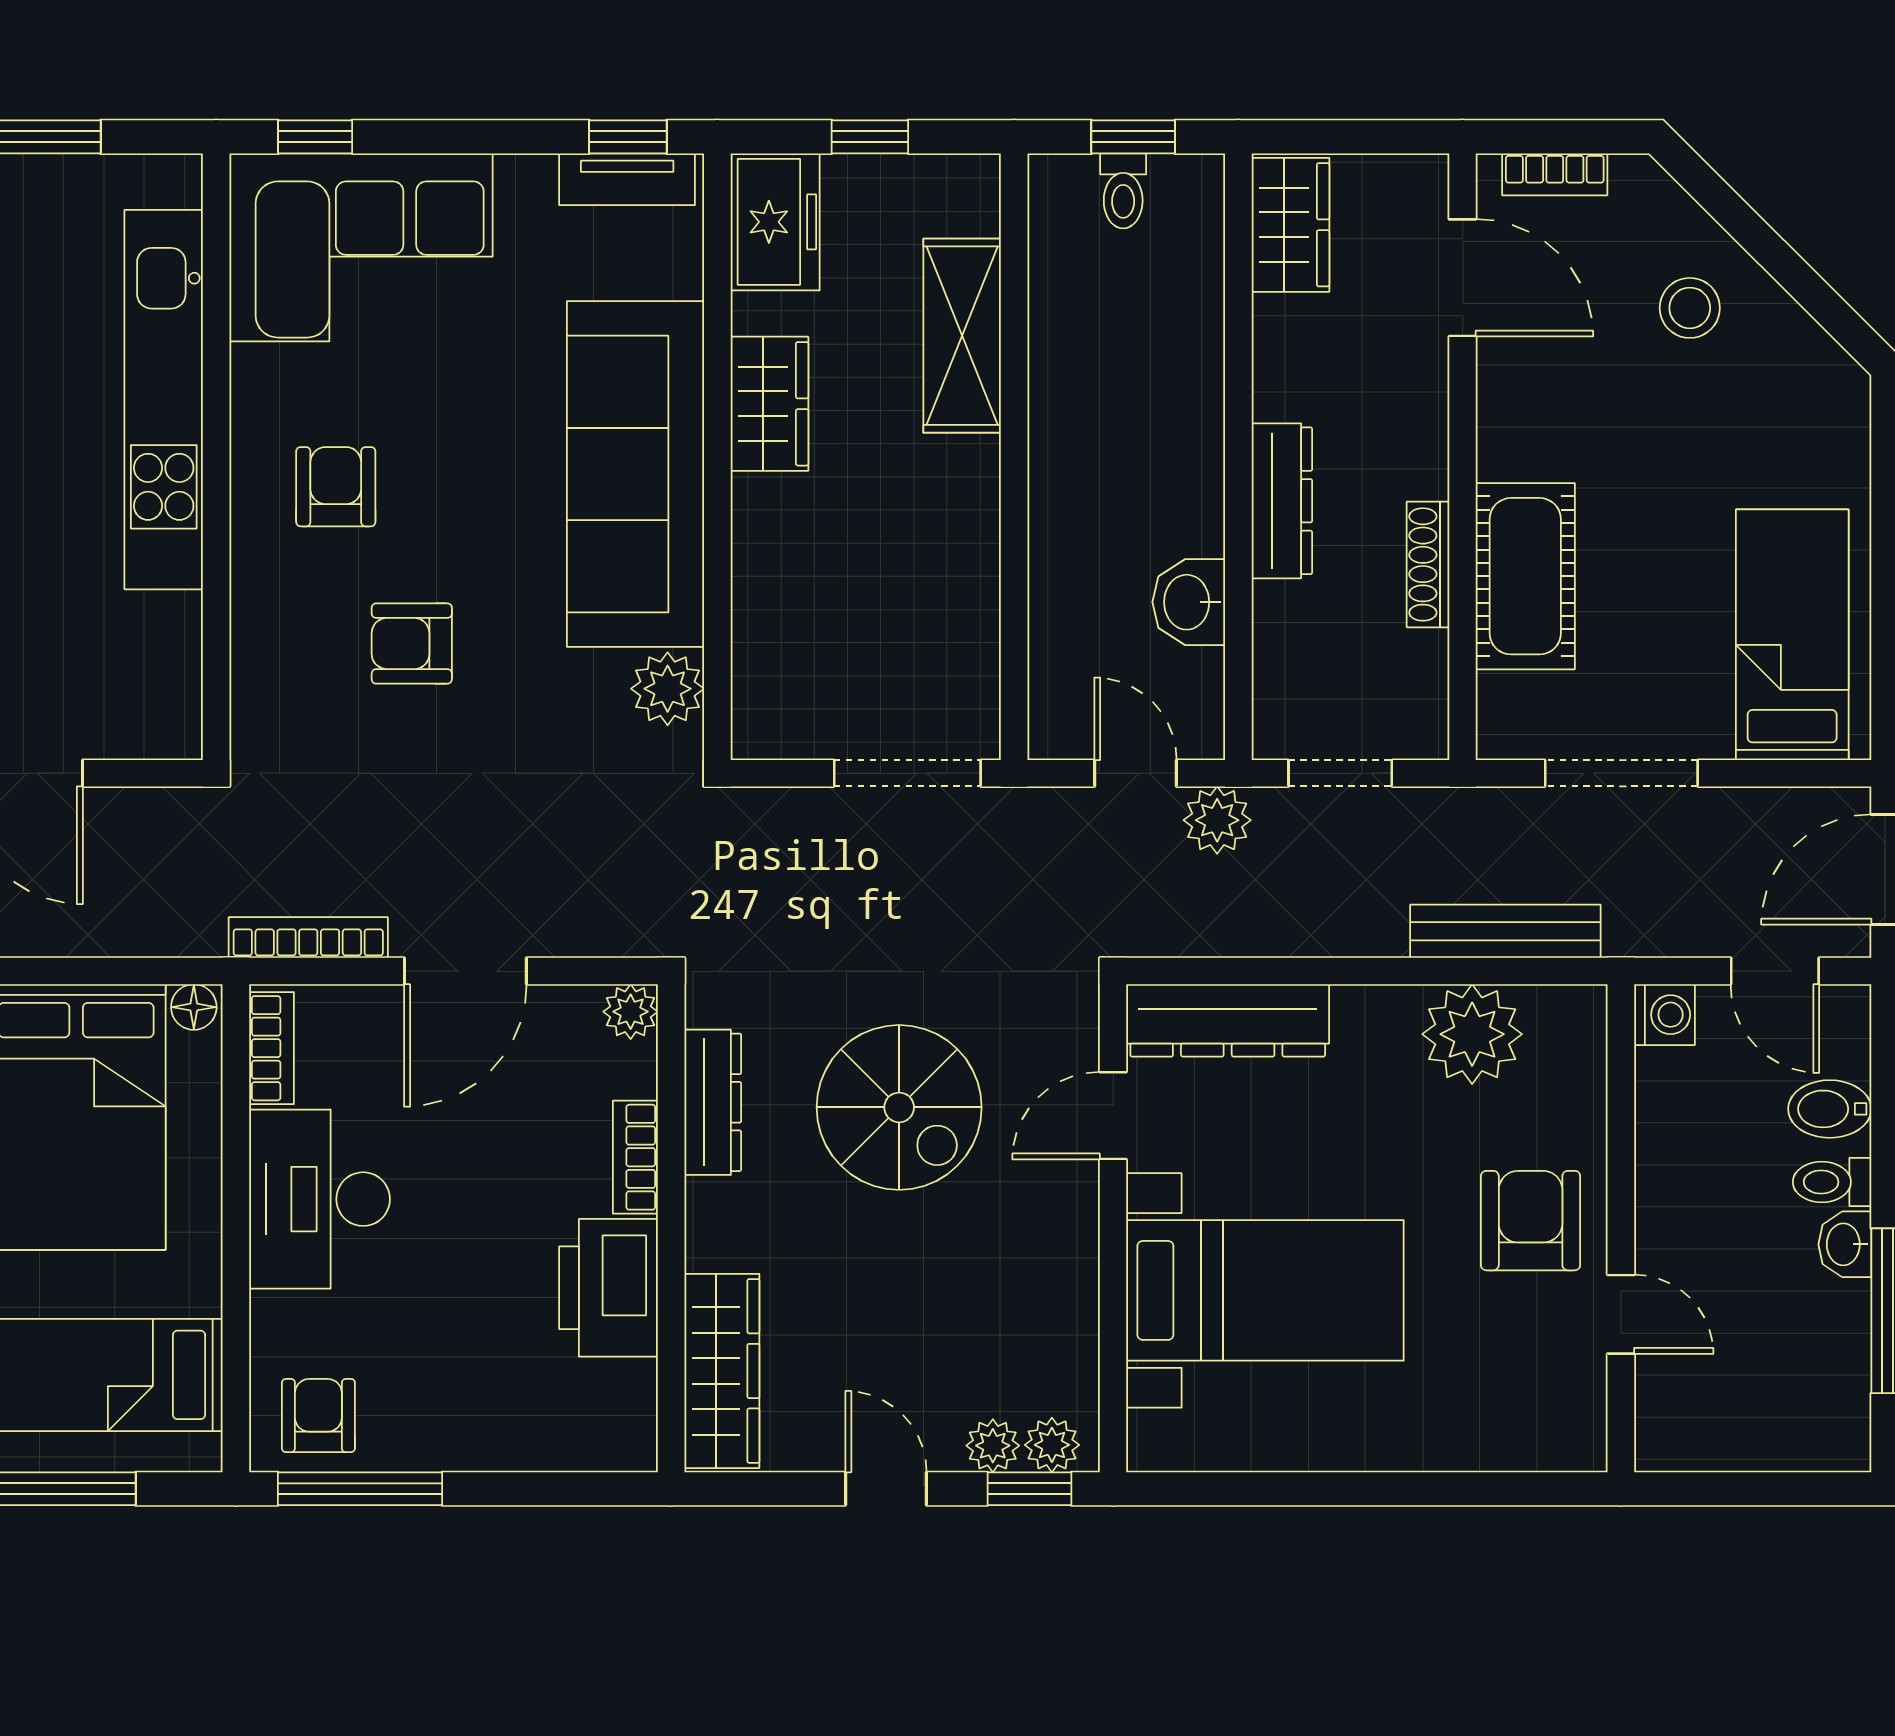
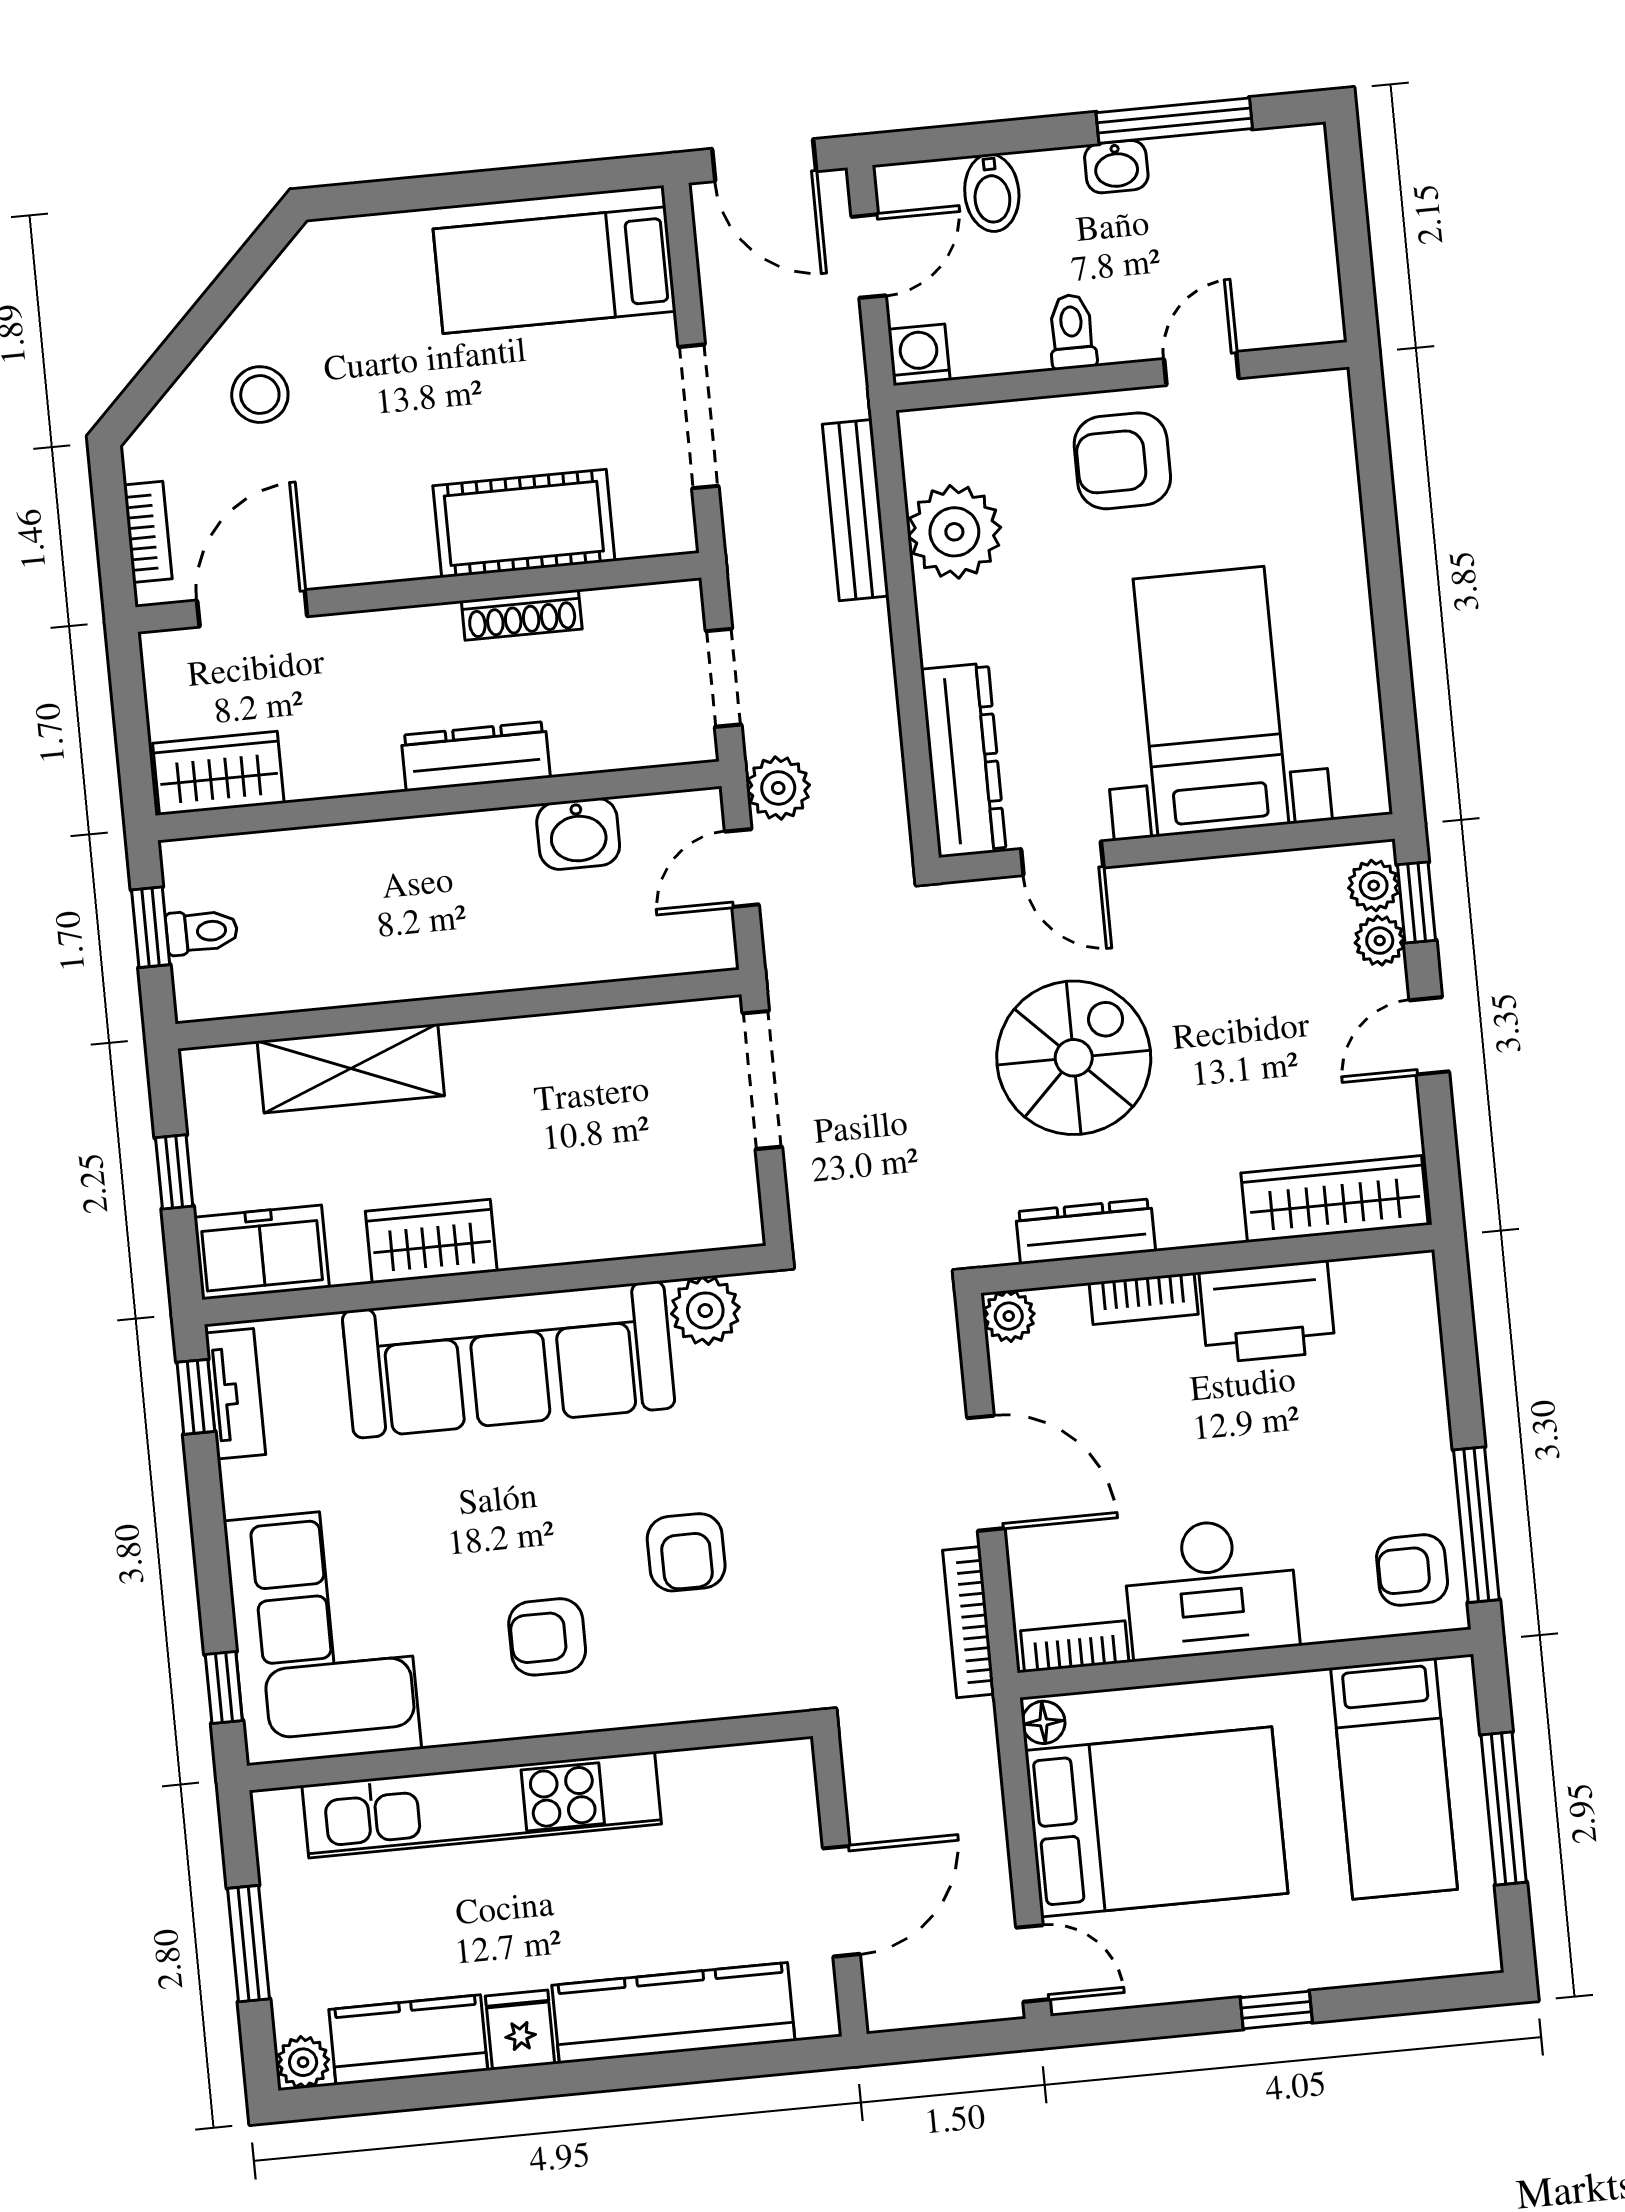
toilet: (1832, 1182) -> (1072, 332), moved, turned 180

